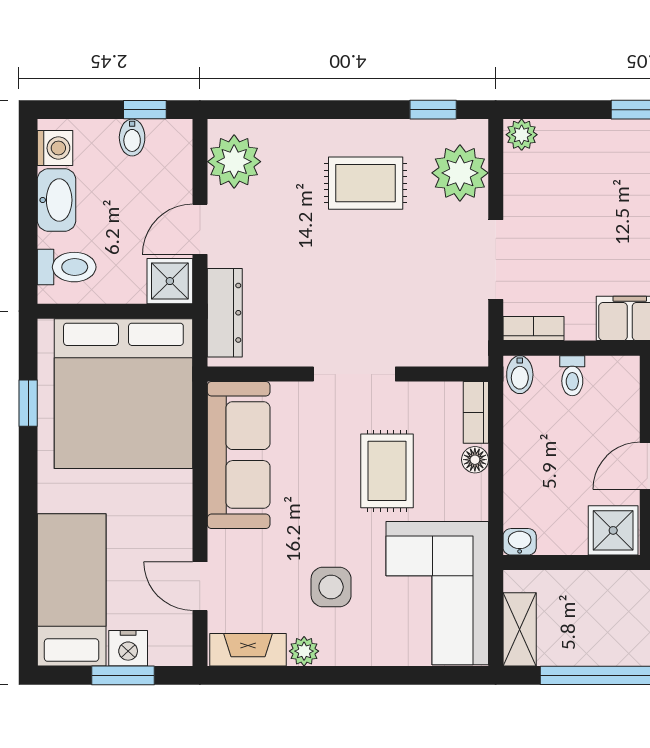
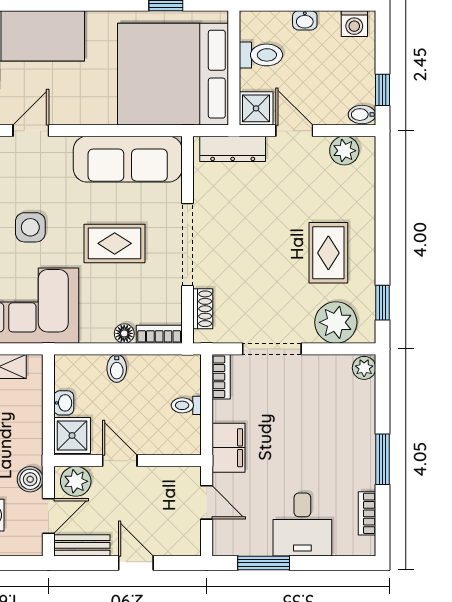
bidet: (132, 137) -> (362, 115), moved
plant: (234, 162) -> (344, 151), width x0.73, depth x0.73
washbasin: (56, 200) -> (305, 20), width x0.52, depth x0.69
toilet: (67, 267) -> (261, 55), moved, turned -90
shoe rack: (441, 353) -> (203, 309), added
doorway: (354, 374) -> (187, 245), width x1.36
bidet: (520, 375) -> (117, 368), moved, turned -90
rug: (387, 471) -> (115, 243), moved
washbasin: (520, 542) -> (64, 403), moved

